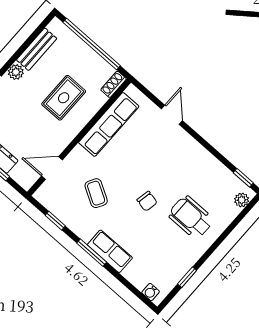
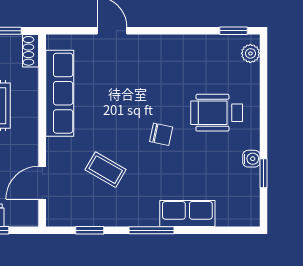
row of seats: (110, 251) -> (187, 214), moved
water cooler: (151, 292) -> (251, 159), moved, turned -90

